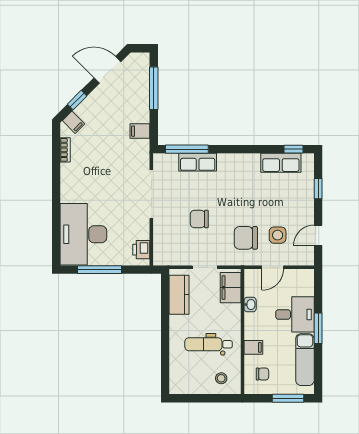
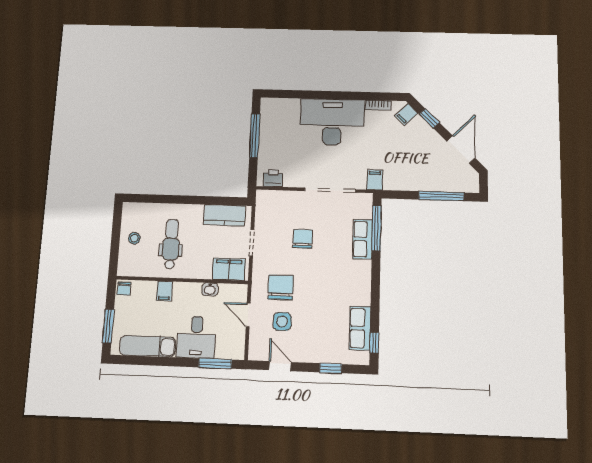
filing cabinet: (140, 131) -> (375, 180), moved
desk: (83, 234) -> (332, 122), moved
window: (318, 328) -> (215, 363), moved
chair: (262, 374) -> (124, 289), moved
stool: (221, 378) -> (134, 238), moved

